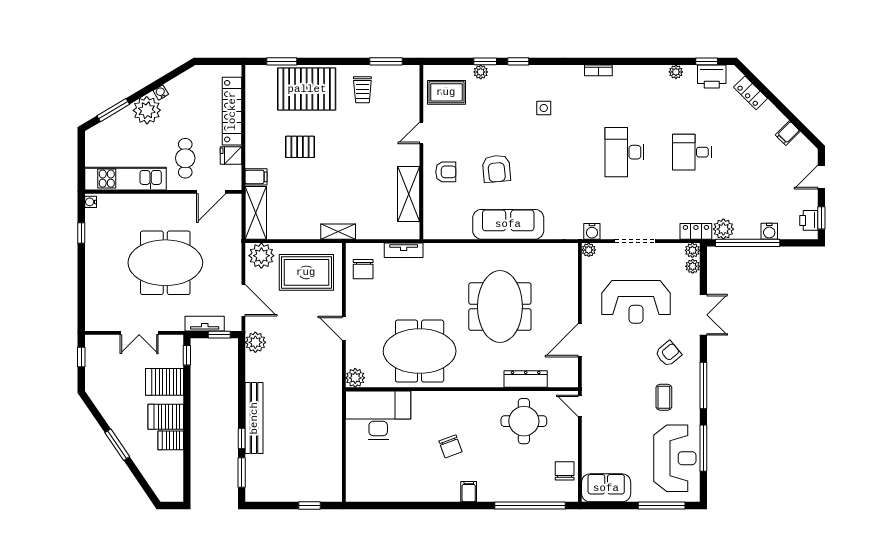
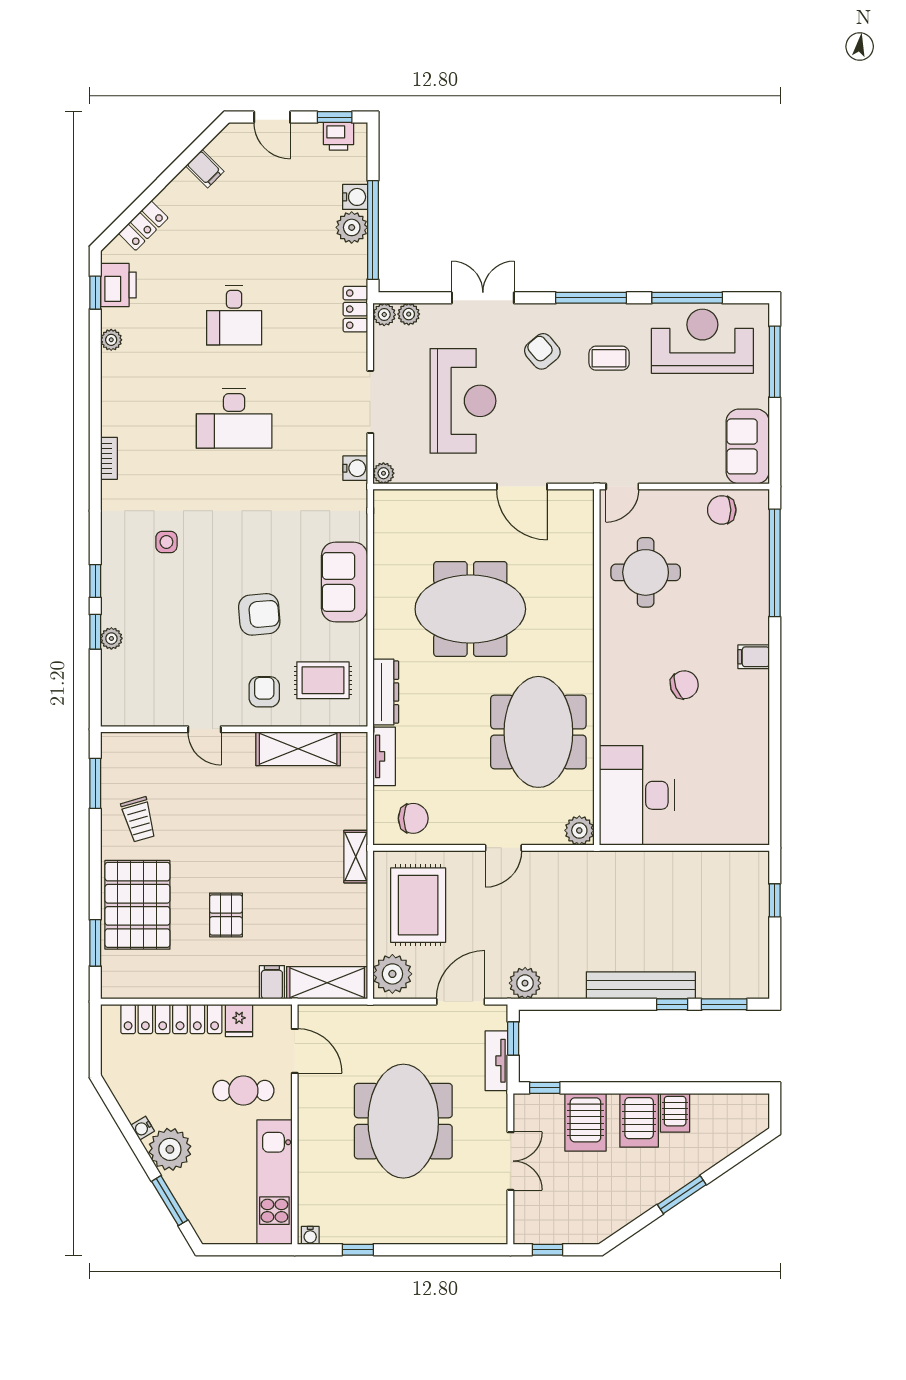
trolley: (362, 90) -> (139, 819), turned 74
rug: (446, 92) -> (323, 680), moved, turned 90
sofa: (508, 224) -> (344, 582), width x0.73
plant: (723, 229) -> (352, 227), moved
dresser: (526, 379) -> (386, 692), moved, turned 180

